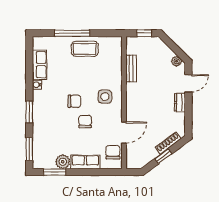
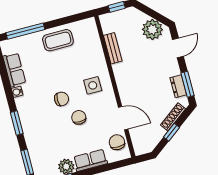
window: (72, 33) -> (25, 31), moved
plant: (176, 61) -> (152, 29), width x1.88, depth x1.88
dresser: (180, 102) -> (178, 86), moved
window: (188, 118) -> (187, 84), added
door: (124, 133) -> (123, 118), hinge flipped

